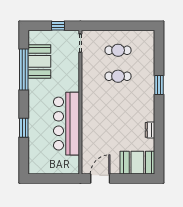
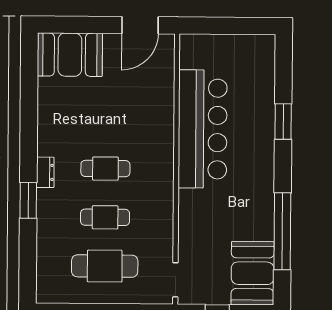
cafe table: (118, 50) -> (105, 266), width x1.37, depth x1.35
booth: (39, 61) -> (253, 273), moved
cafe table: (118, 102) -> (105, 169), added
dresser: (150, 130) -> (45, 172), moved

